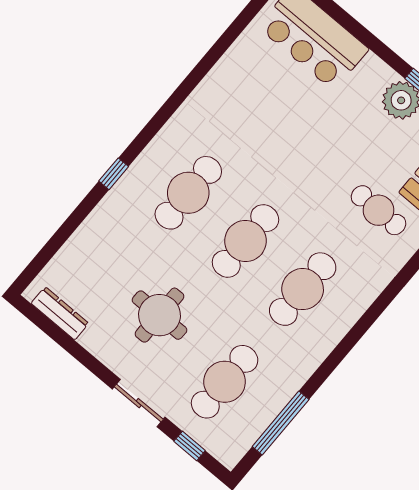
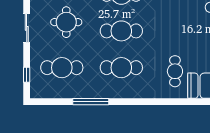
sliding door: (139, 403) -> (27, 28), moved
window: (281, 423) -> (91, 102), moved

